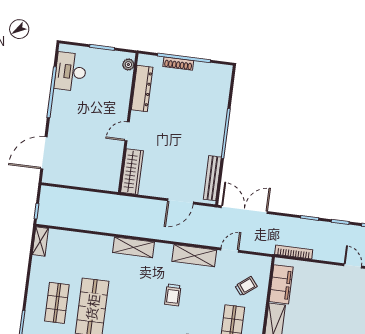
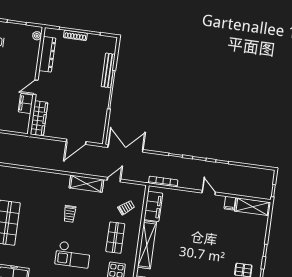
filing cabinet: (115, 152) -> (26, 103), added
bench: (212, 178) -> (108, 70), moved
shelving: (133, 247) -> (40, 177), removed

